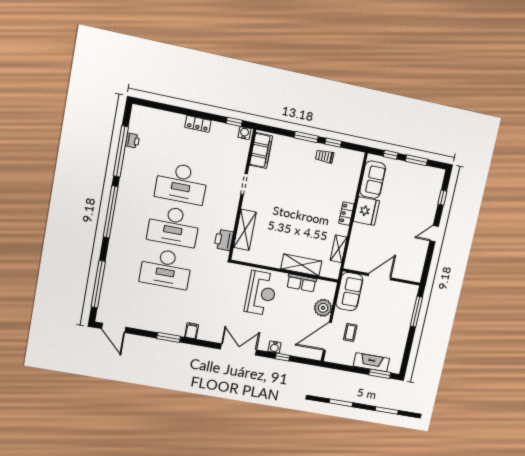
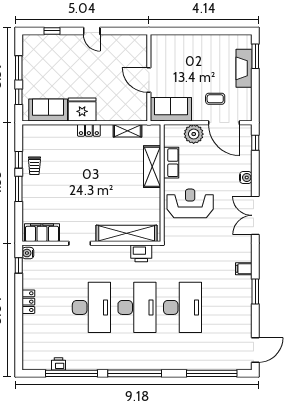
shelving: (245, 230) -> (127, 233), width x1.47
window: (416, 312) -> (179, 31), removed
window: (283, 357) -> (255, 143), moved

